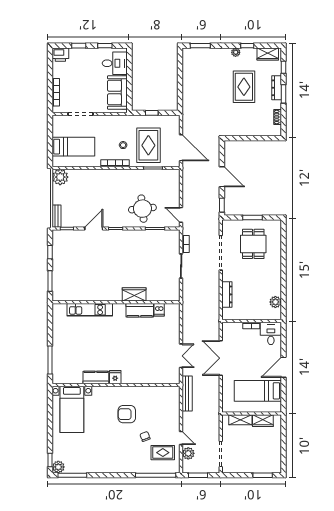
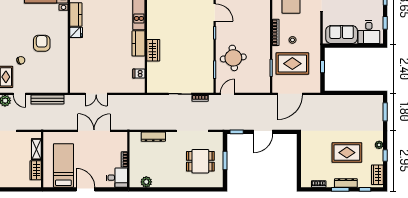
kitchen counter: (140, 310) -> (139, 43), moved
bench: (187, 393) -> (47, 100), moved
door: (181, 438) -> (19, 94), hinge flipped

